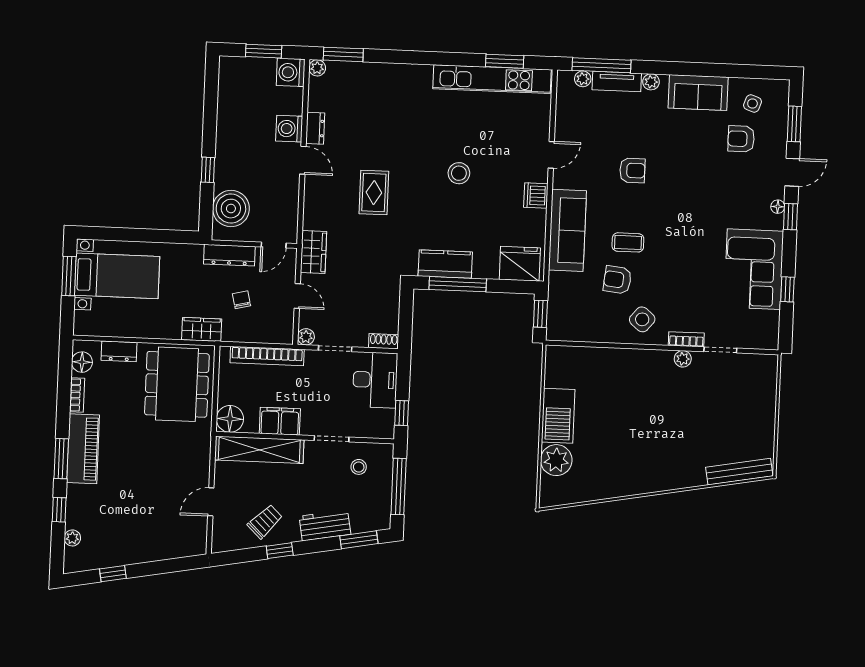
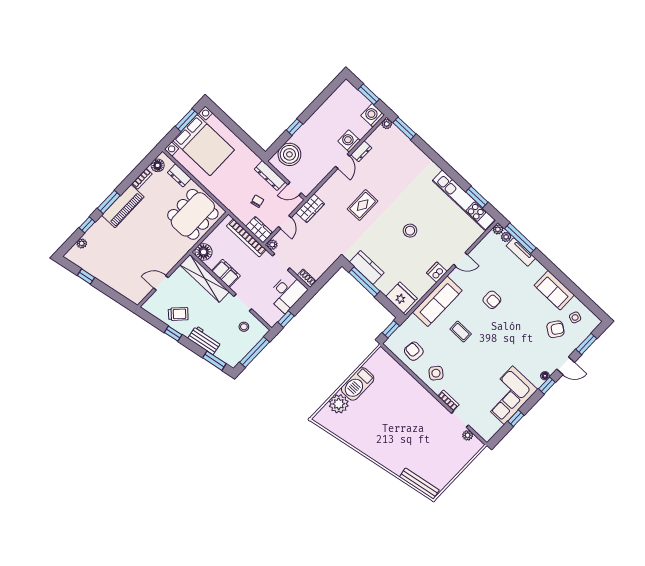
plant: (651, 82) -> (498, 229), moved
armchair: (741, 139) -> (555, 329), turned 125
bed with nightstands: (117, 276) -> (204, 145), width x1.36
armchair: (617, 280) -> (414, 351), moved
wardrobe: (202, 329) -> (259, 230), moved
plant: (683, 359) -> (468, 435), moved

